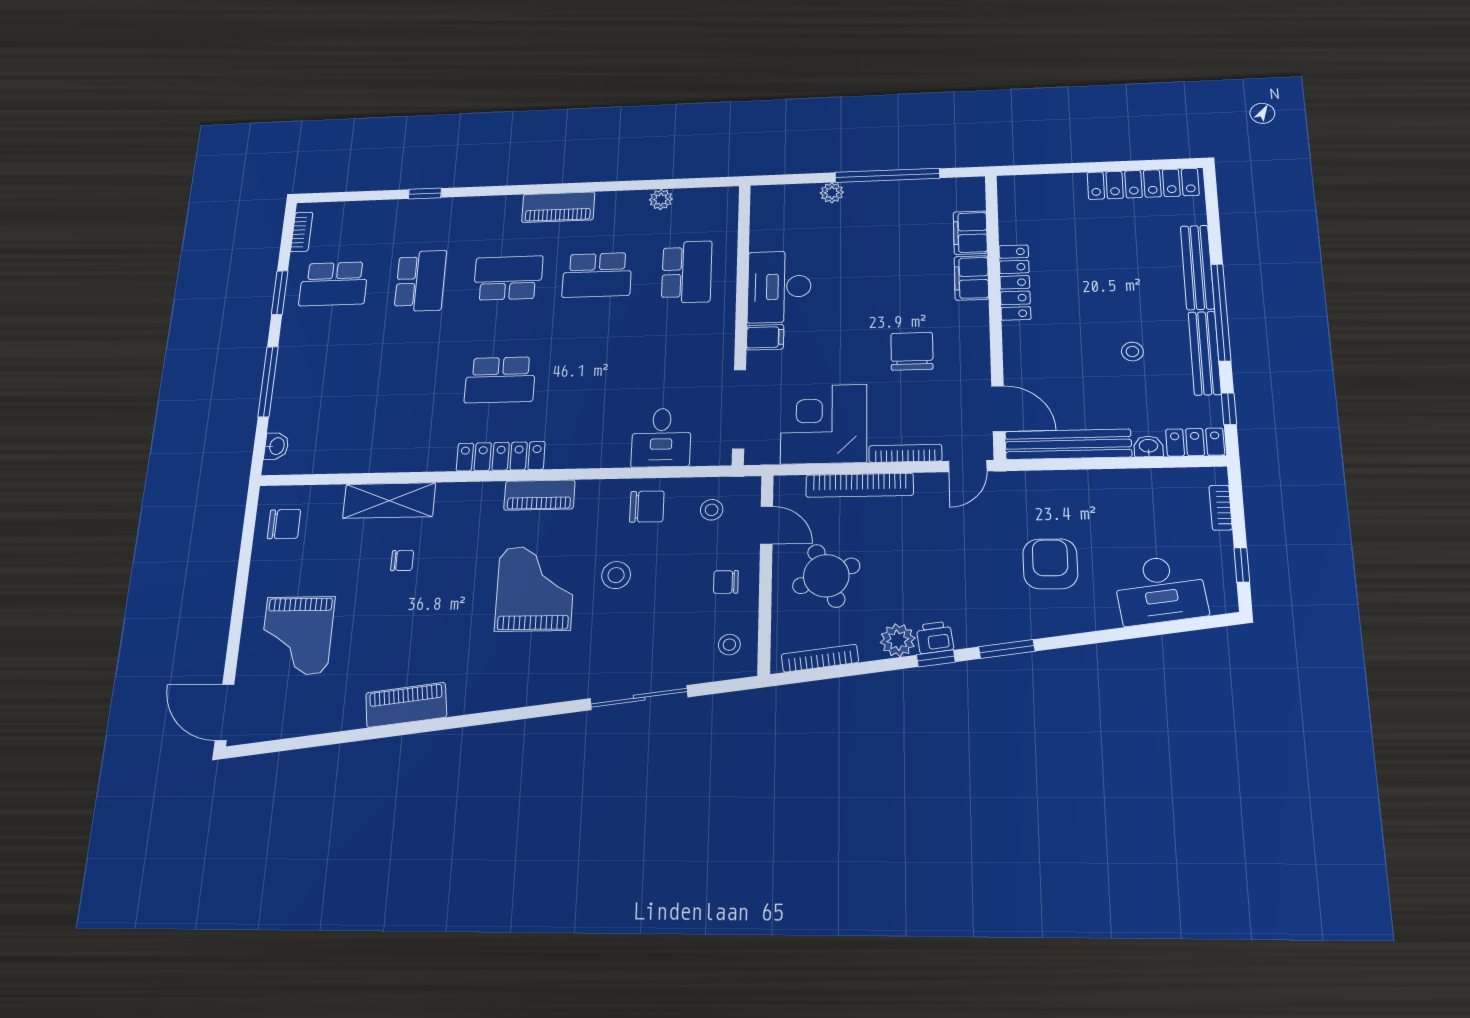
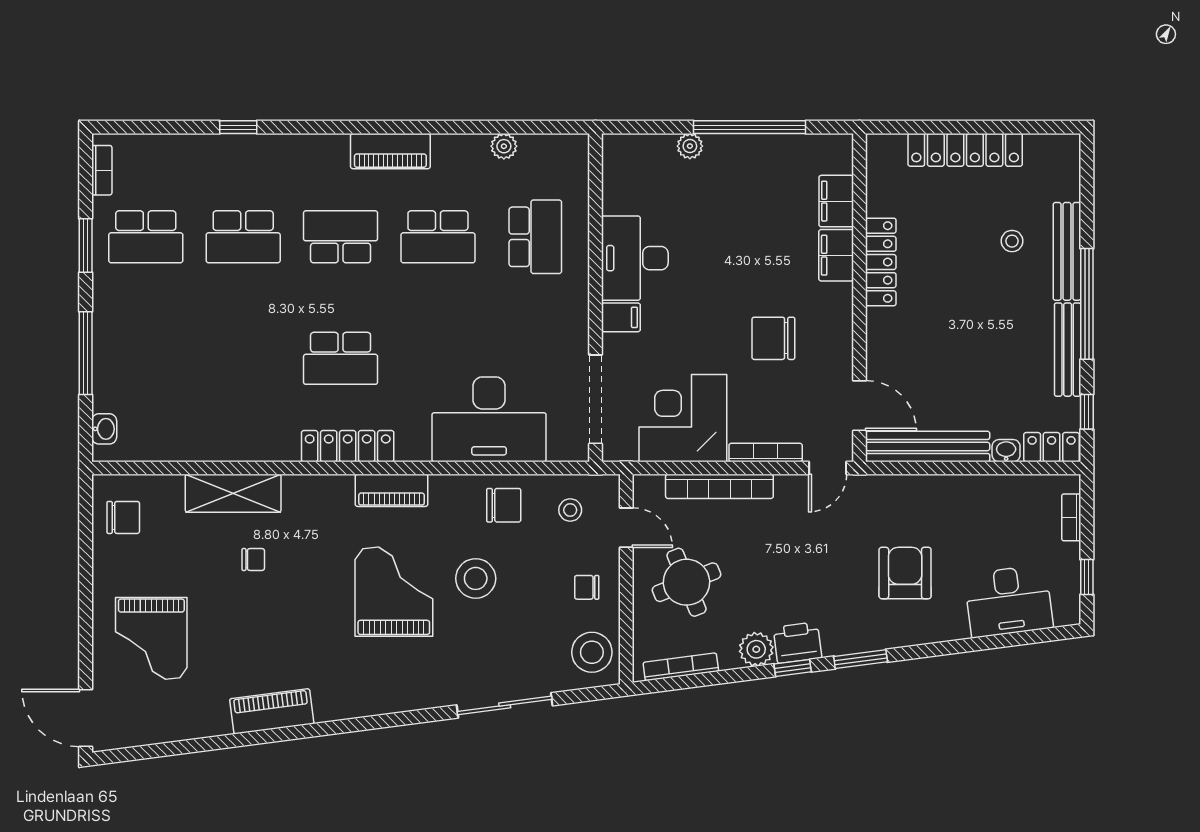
locker: (1143, 184) -> (965, 150), moved
school desk: (420, 281) -> (243, 237), turned 90
chair: (912, 351) -> (773, 338), turned -90
stool: (1132, 352) -> (1012, 241), moved
desk: (661, 438) -> (489, 419), width x1.87, depth x1.30
stool: (616, 575) -> (476, 578), width x1.38, depth x1.38
printer: (935, 637) -> (797, 643), width x1.36, depth x1.24
stool: (729, 645) -> (592, 652), width x1.89, depth x1.89

